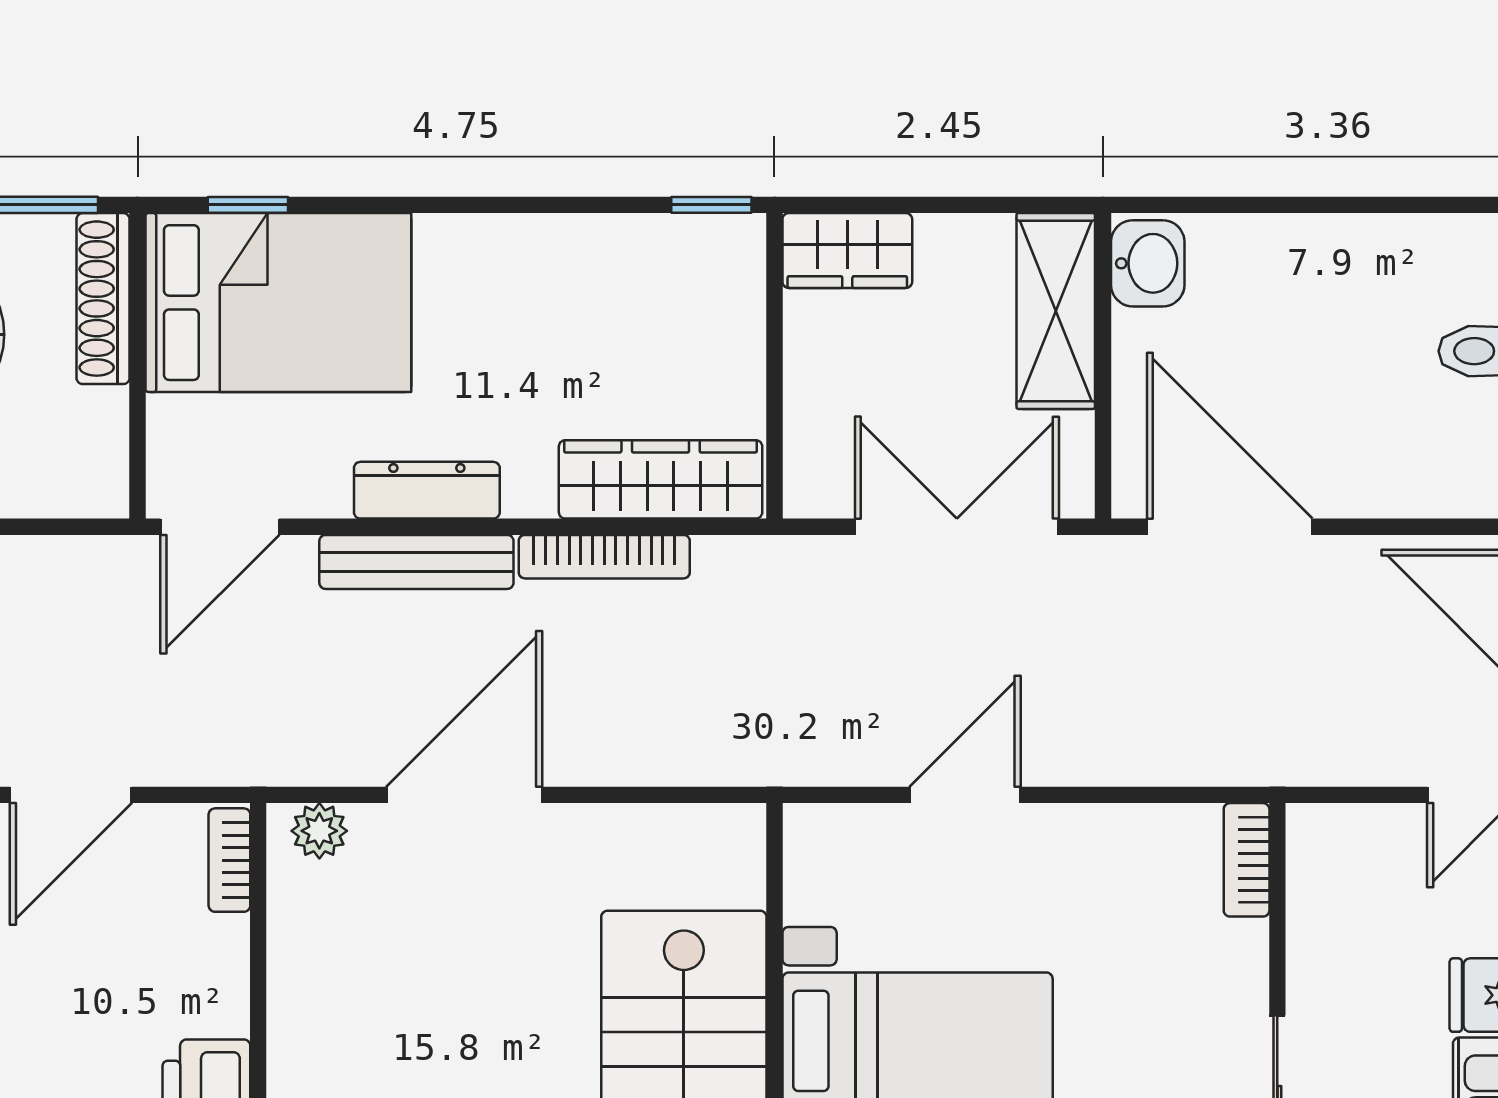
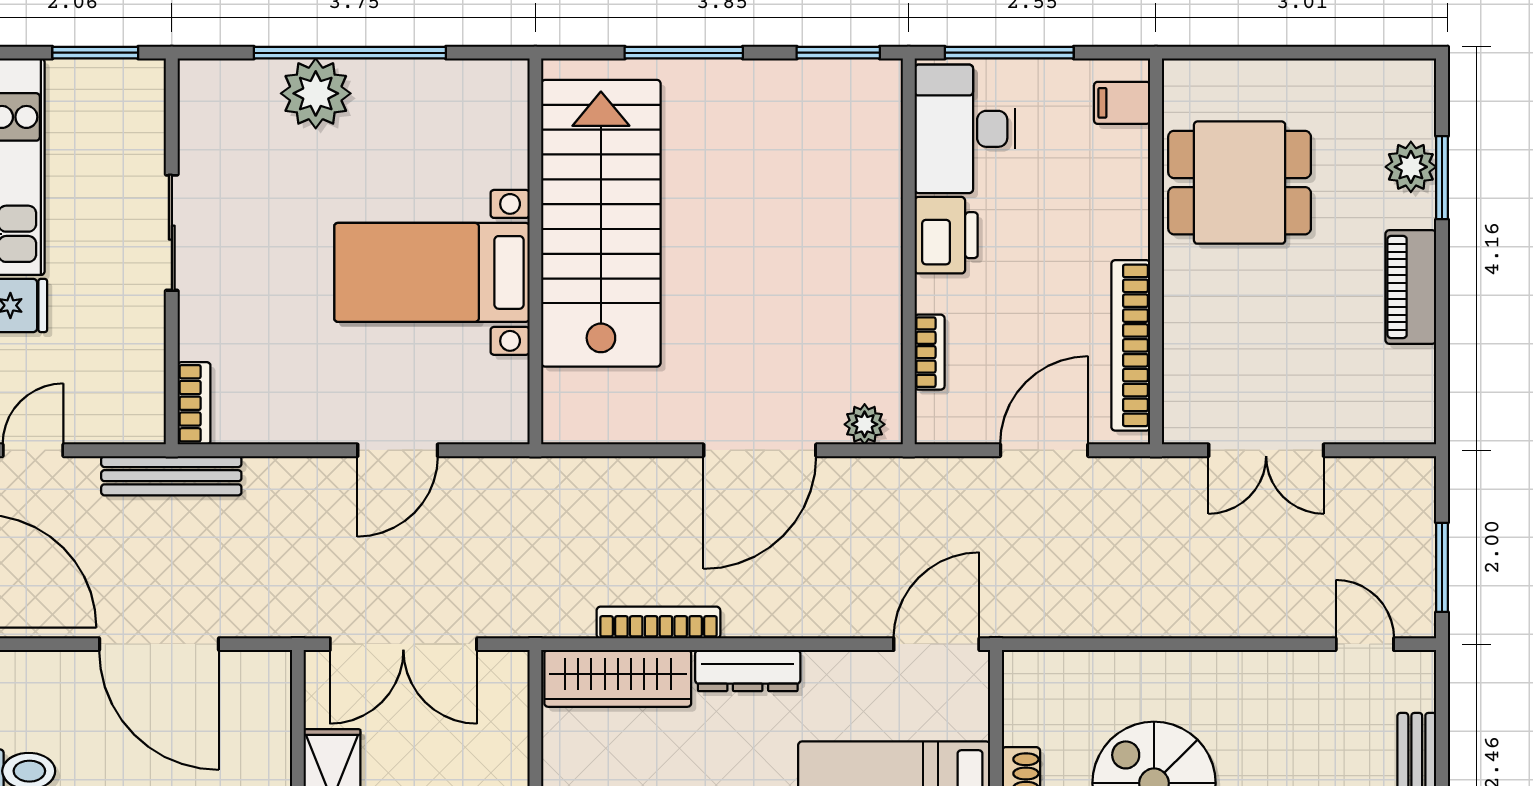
dresser: (427, 490) -> (748, 671), moved
door: (1230, 527) -> (159, 644), moved
bench: (416, 562) -> (171, 476), moved
bookcase: (229, 860) -> (930, 352), moved

